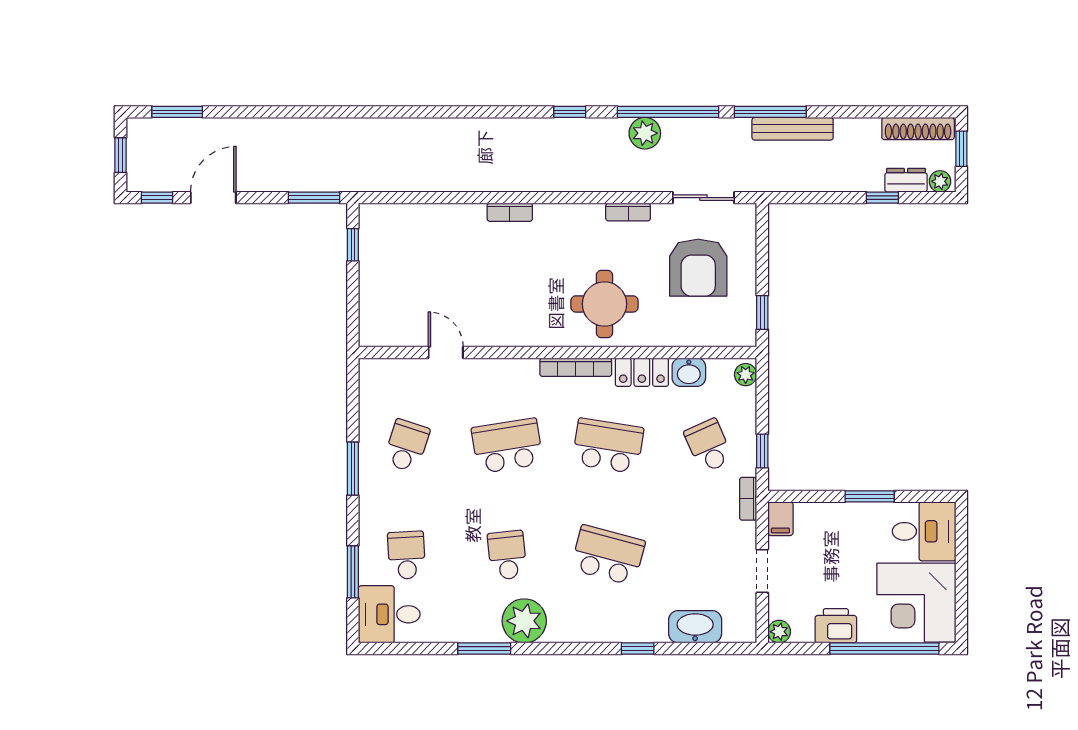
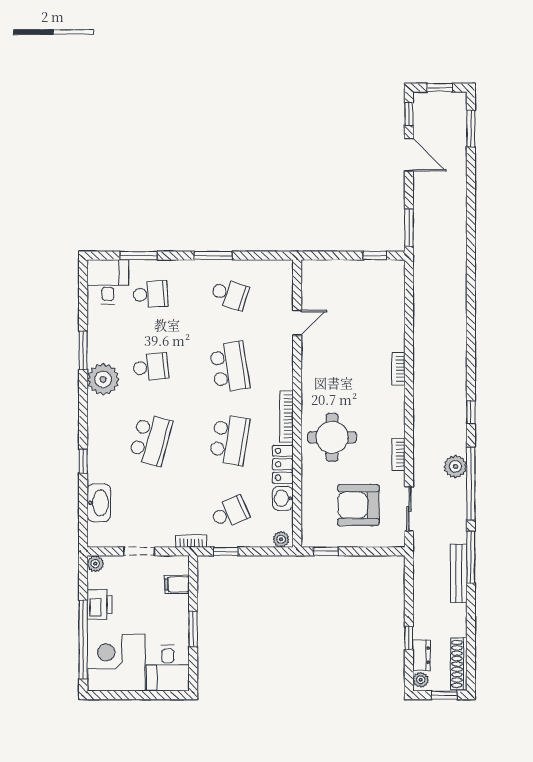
filing cabinet: (780, 519) -> (177, 584), moved

